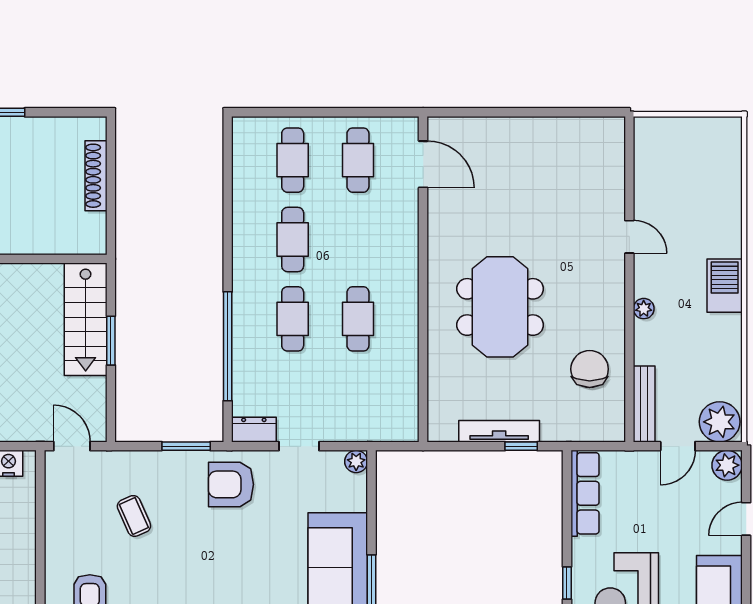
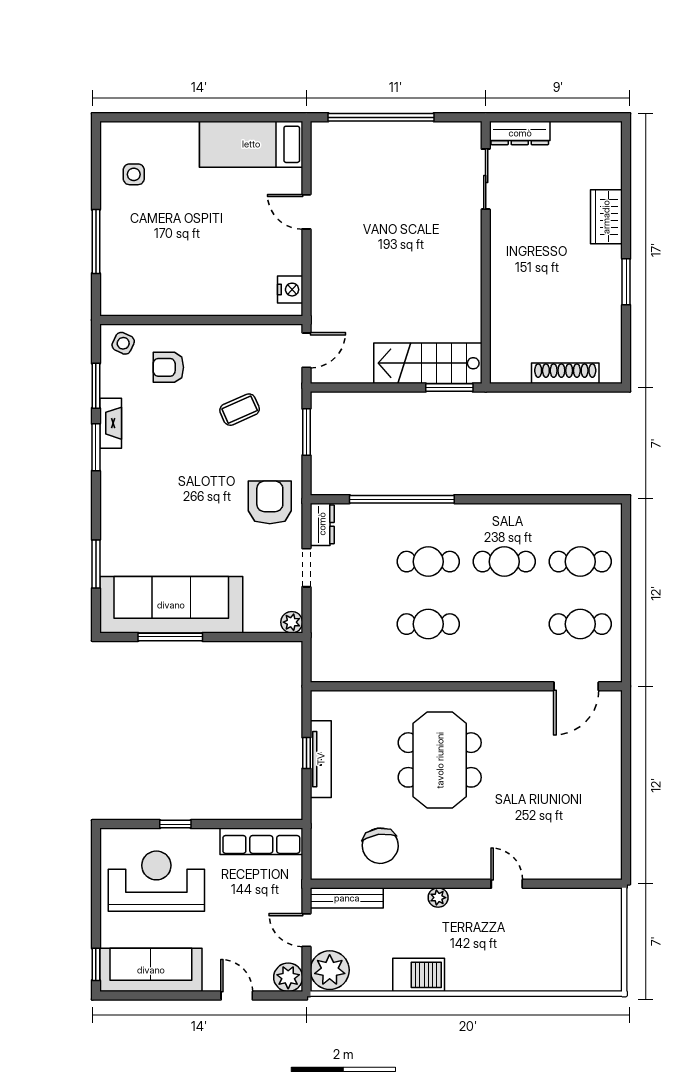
door: (629, 237) -> (507, 884), swing flipped
barbecue: (725, 286) -> (419, 975), moved
meeting table: (500, 307) -> (440, 760), turned 90
window: (111, 341) -> (449, 387), moved
chair: (590, 369) -> (380, 846), turned 82
window: (186, 446) -> (306, 432), moved
window: (521, 446) -> (306, 753), moved

